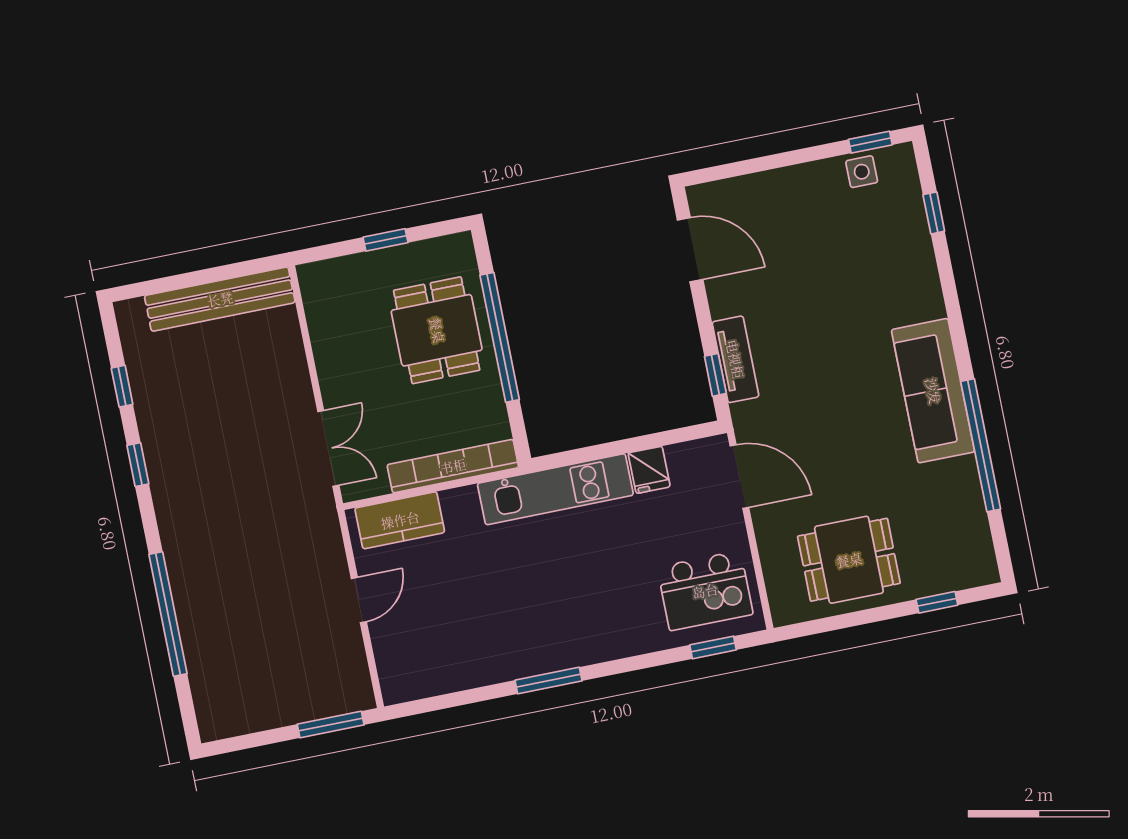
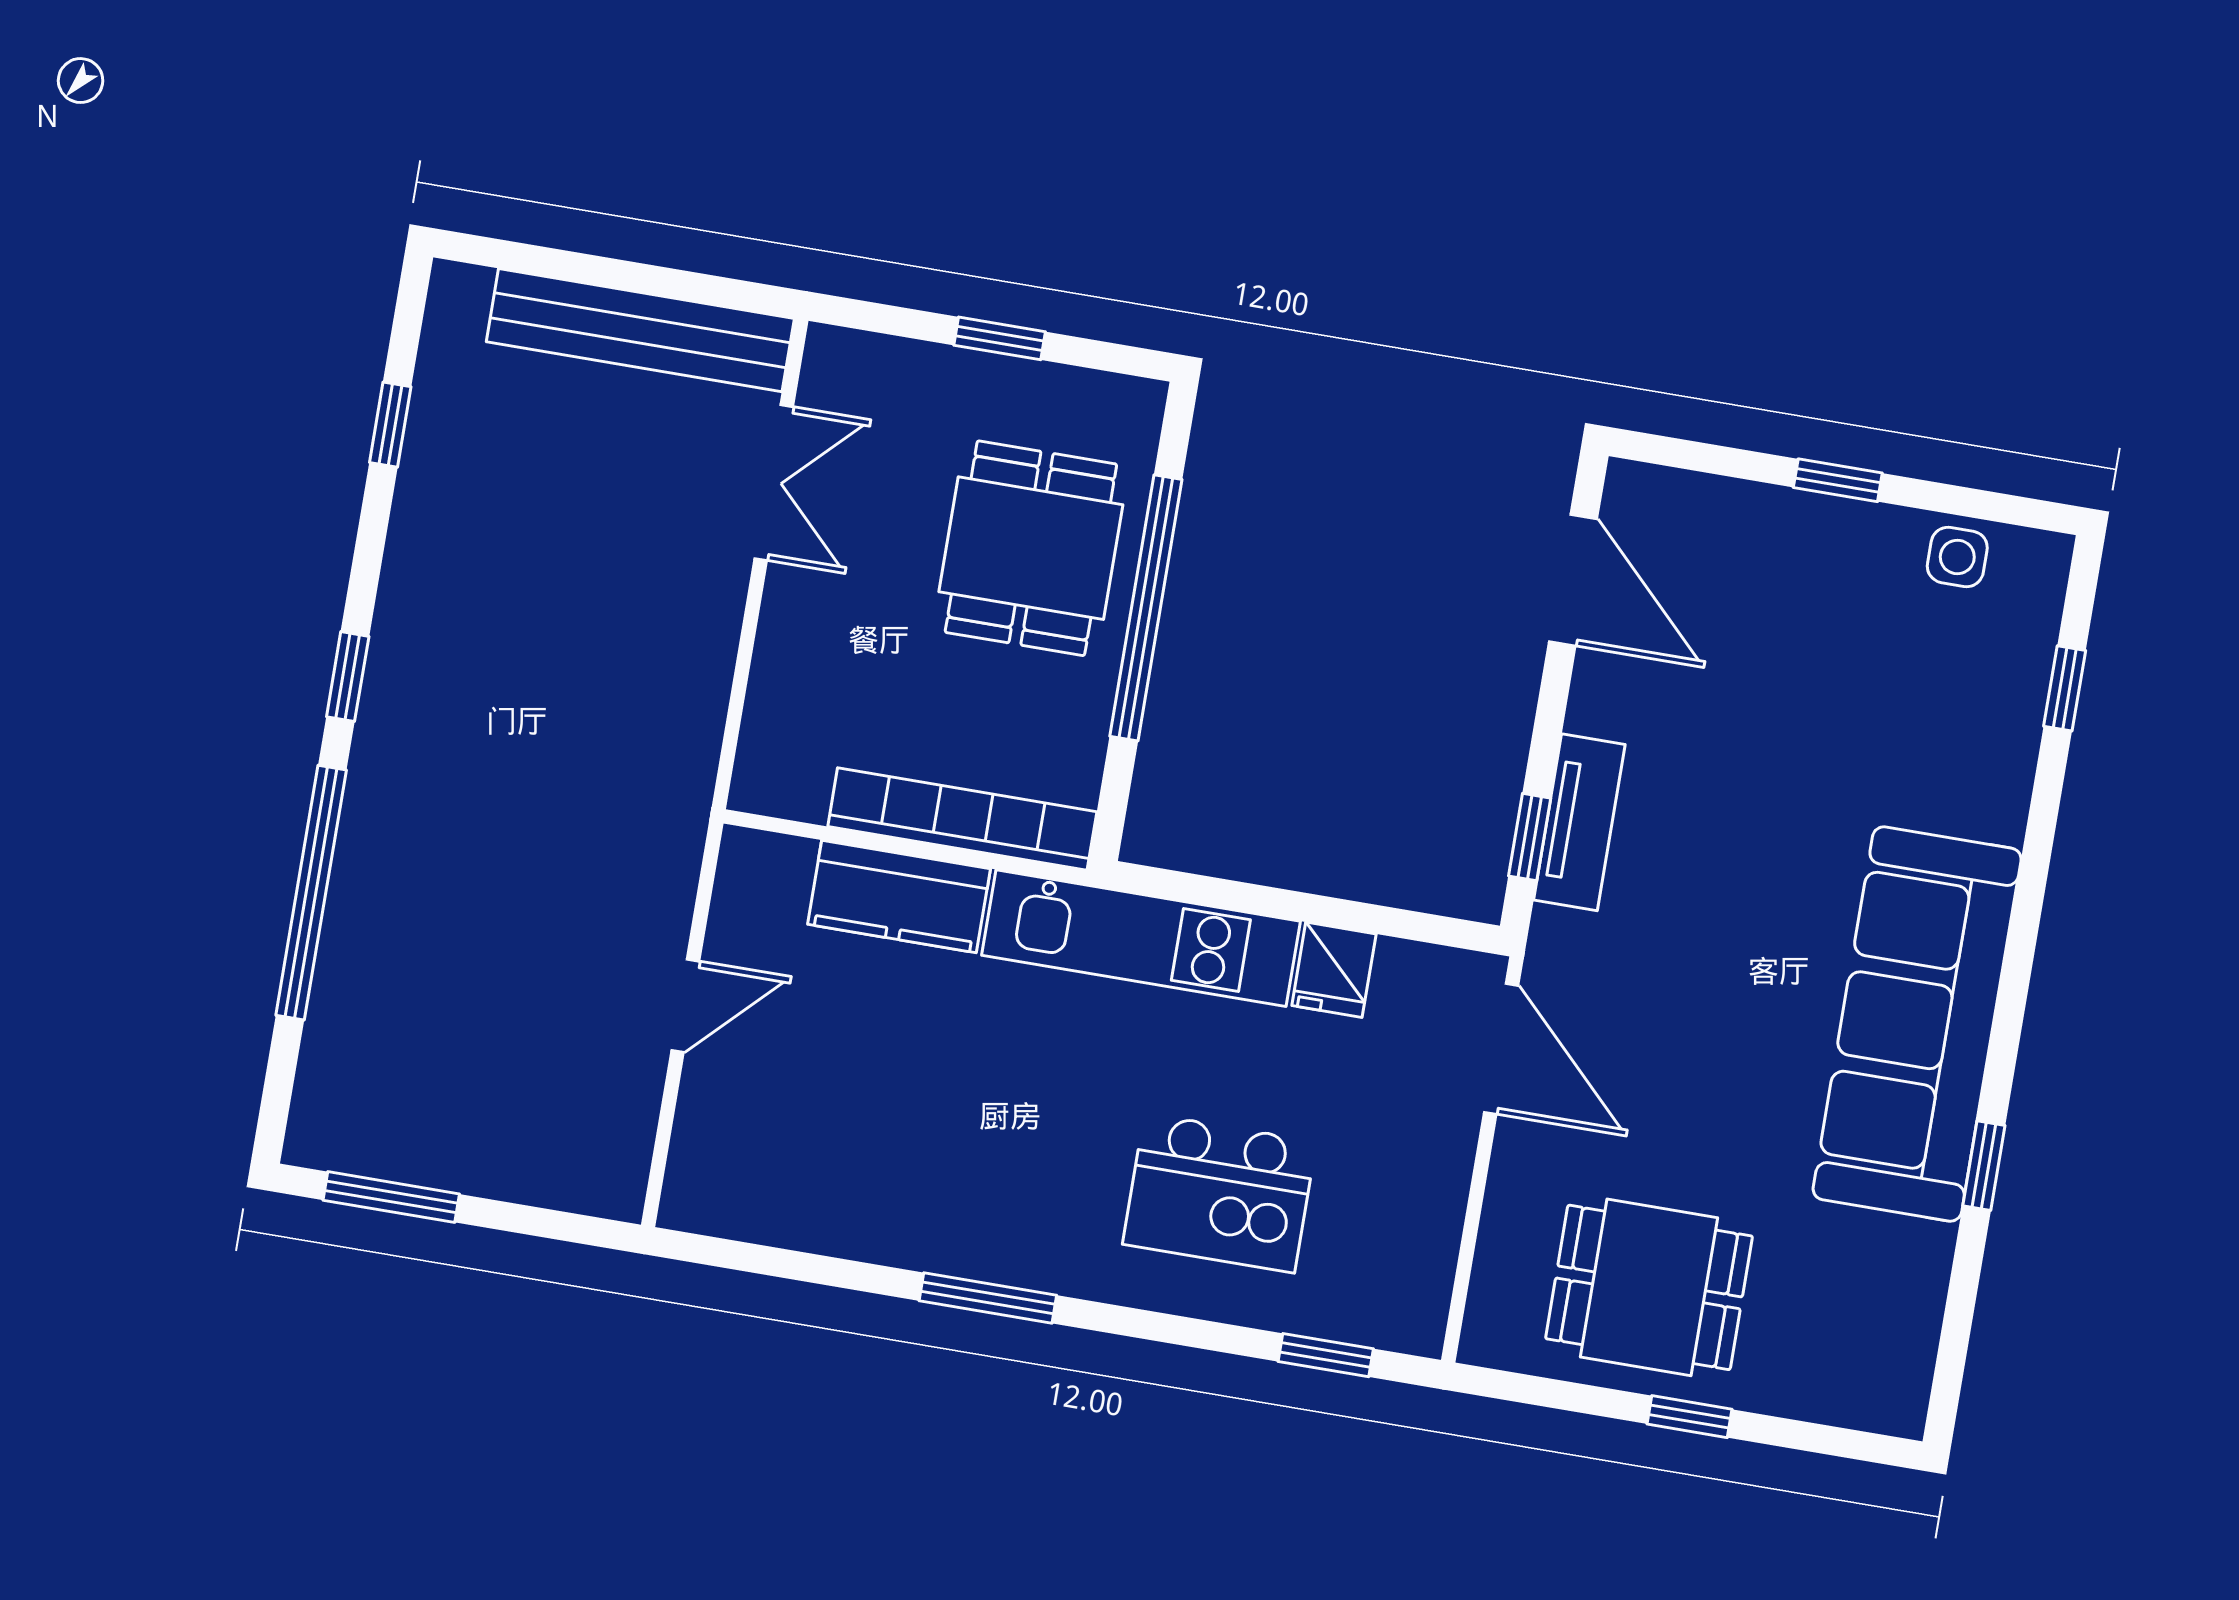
window: (870, 142) -> (1838, 480), moved
sofa: (933, 391) -> (1917, 1024), width x1.36, depth x1.27
window: (981, 445) -> (1984, 1166), width x0.32
double door: (328, 448) -> (774, 483), moved
window: (138, 465) -> (348, 677), moved
kitchen counter: (400, 520) -> (899, 897), moved
kitchen island: (705, 591) -> (1219, 1193), moved
window: (937, 602) -> (1690, 1417), moved
window: (331, 725) -> (391, 1197), moved

